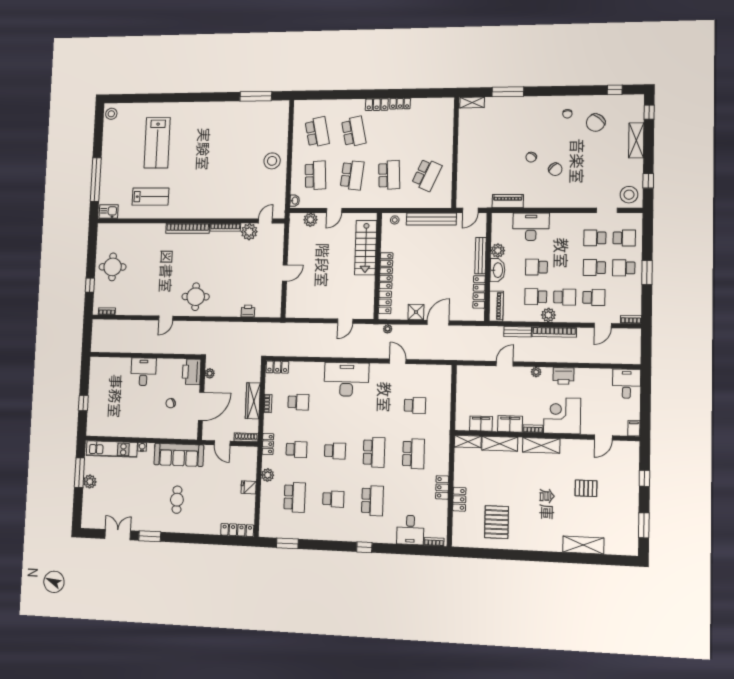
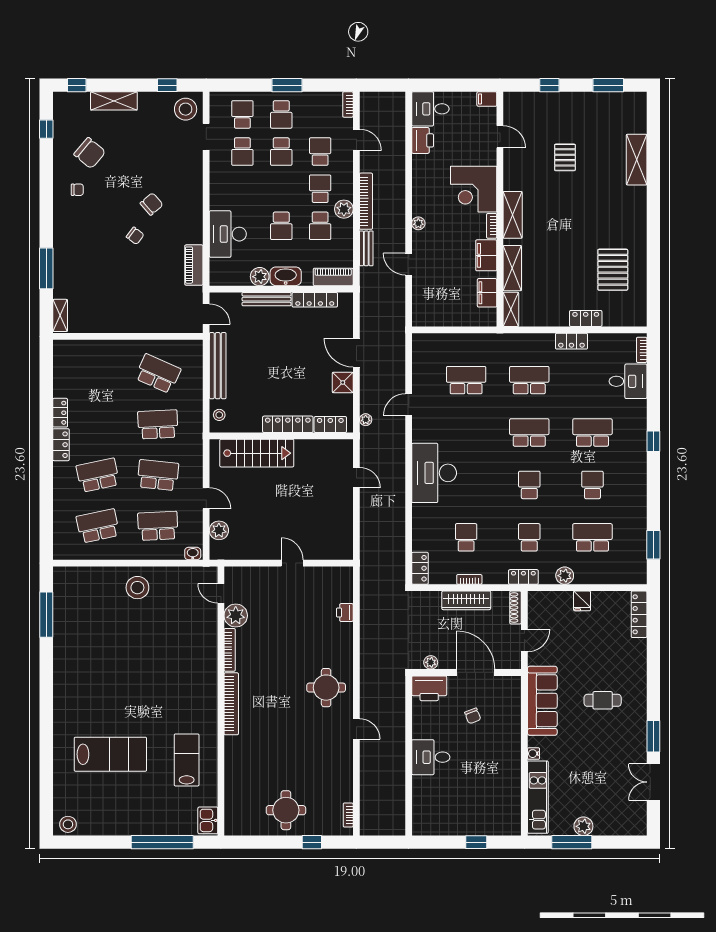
printer: (564, 376) -> (423, 140), moved
school desk: (415, 405) -> (466, 380), width x1.85
pallet: (497, 522) -> (613, 270), turned 90

